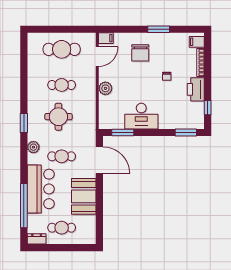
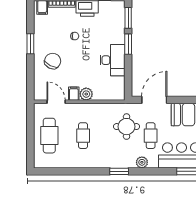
filing cabinet: (106, 38) -> (74, 94), moved
chair: (140, 53) -> (53, 61), turned -63
round table: (58, 117) -> (127, 127), moved
window: (123, 133) -> (128, 44), moved

